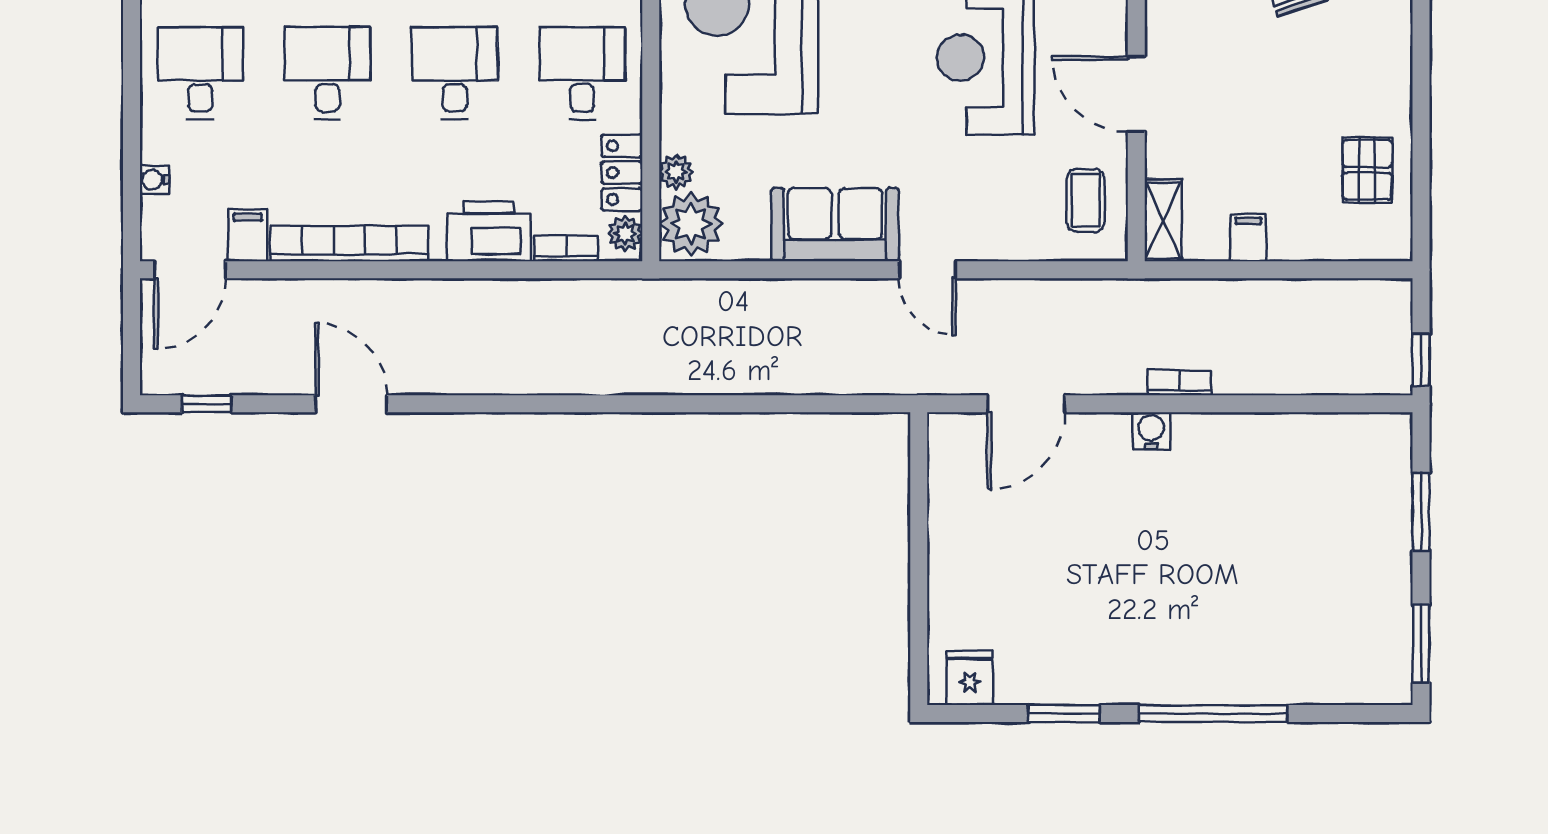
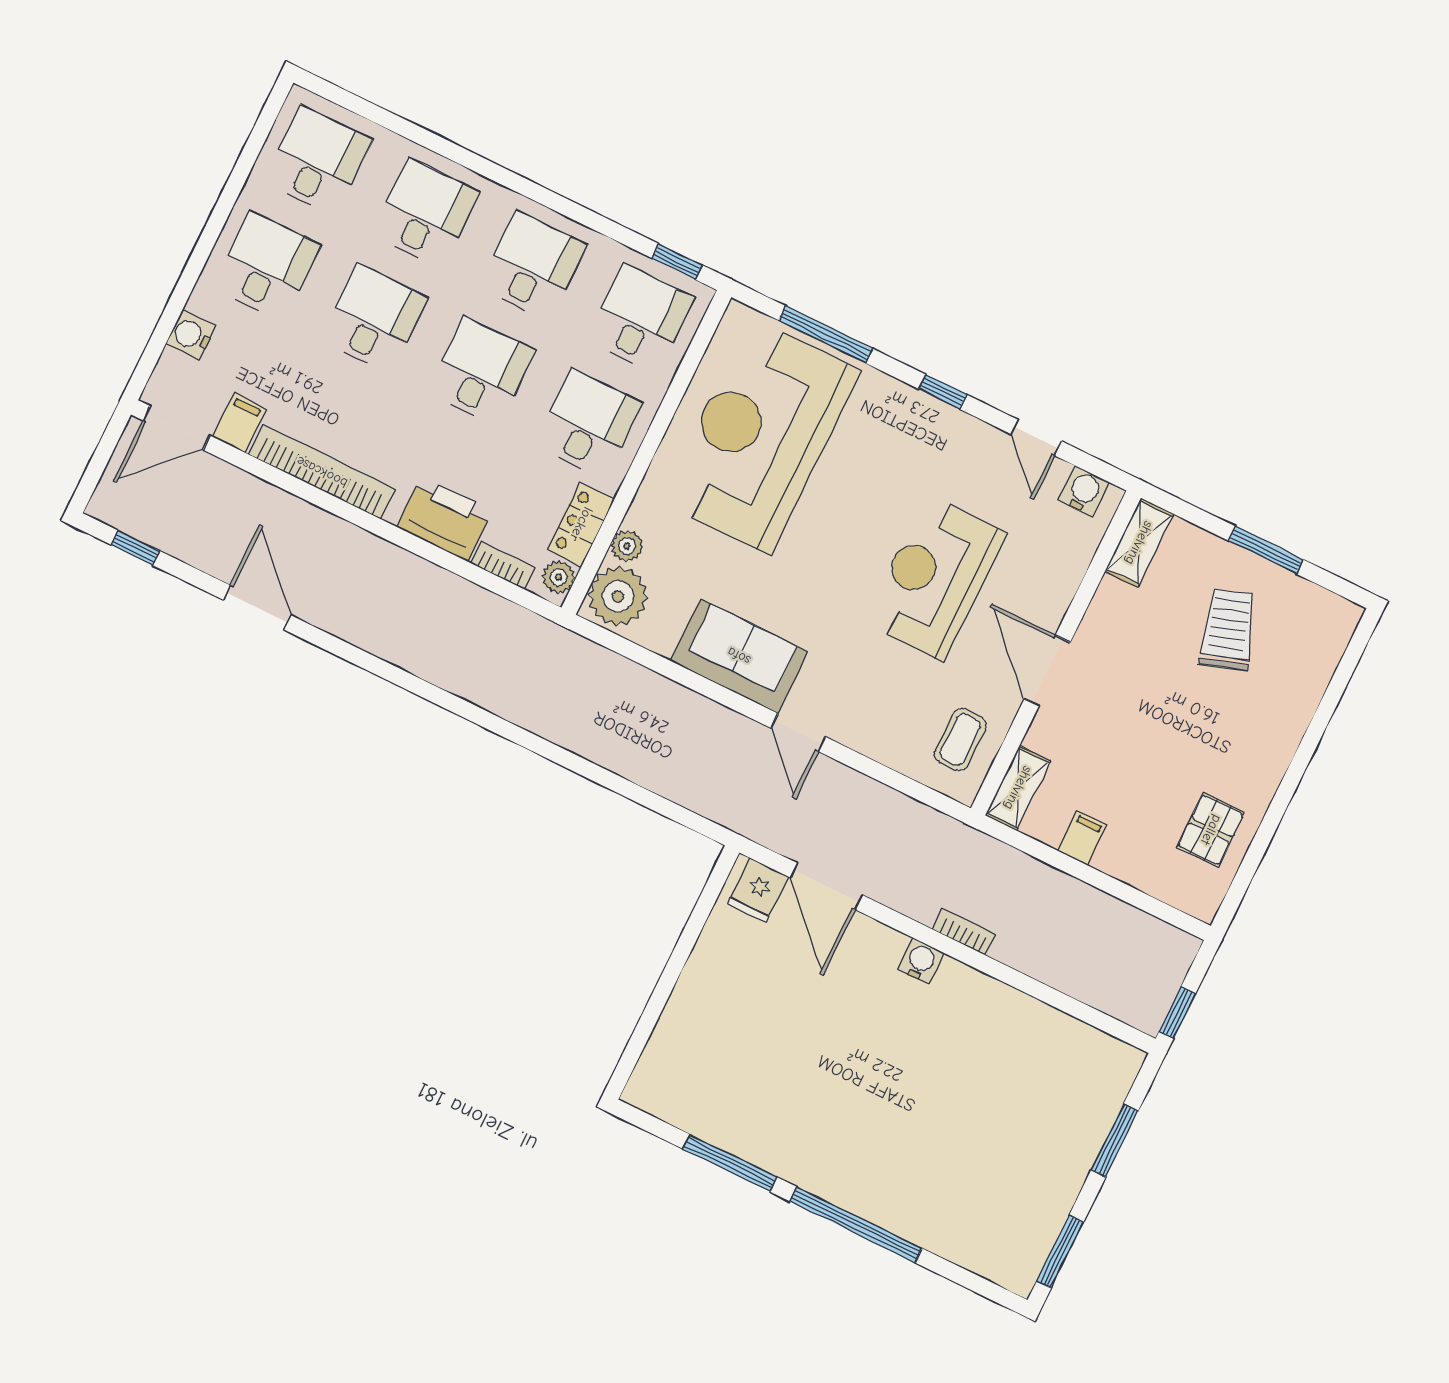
water cooler: (154, 180) -> (191, 335), width x1.38, depth x1.38
door: (1026, 404) -> (826, 886), hinge flipped
fridge: (970, 678) -> (758, 890), moved, turned 180
window: (1064, 714) -> (730, 1163), width x1.44

